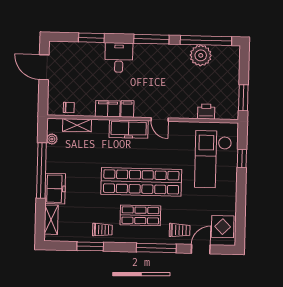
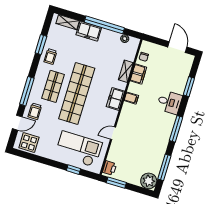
window: (206, 41) -> (164, 167), width x0.68
plant: (201, 55) -> (149, 181), moved
door: (44, 67) -> (177, 47), hinge flipped
filing cabinet: (108, 109) -> (138, 74), moved
printer: (206, 112) -> (109, 168), moved
door: (160, 119) -> (113, 133), moved
shelving: (77, 125) -> (126, 71), moved
freezer: (129, 129) -> (116, 99), width x0.71
door: (201, 249) -> (17, 123), hinge flipped

